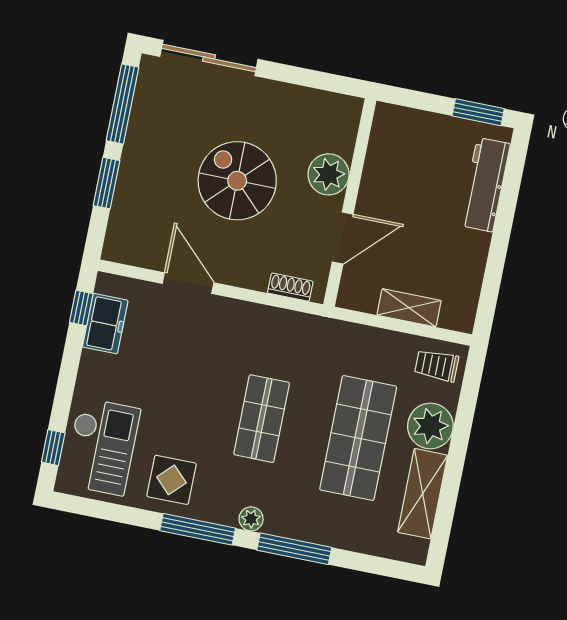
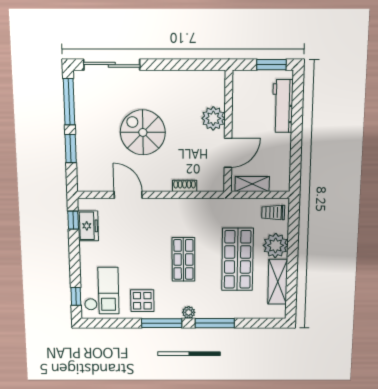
plant: (329, 174) -> (213, 118), moved
wall: (350, 202) -> (228, 132), moved
door: (343, 238) -> (228, 153), moved

